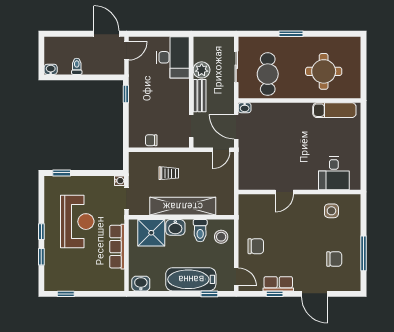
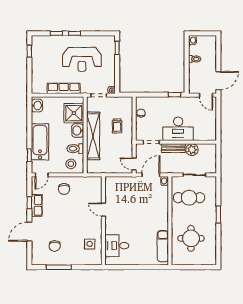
desk: (173, 57) -> (178, 129), moved

